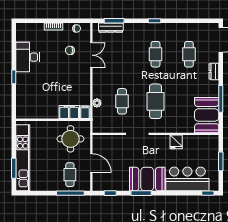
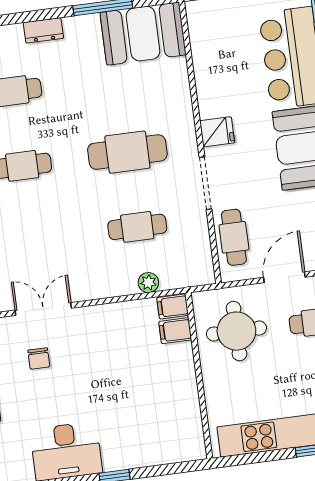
filing cabinet: (69, 112) -> (175, 331), width x0.50
fridge: (176, 142) -> (217, 132), moved
cafe table: (112, 143) -> (234, 237), added

